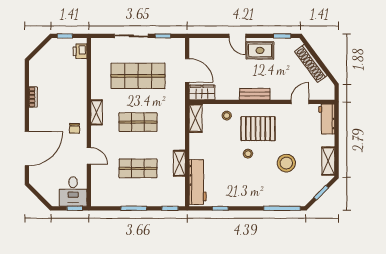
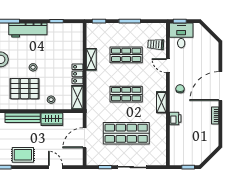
door: (237, 36) -> (55, 167), moved
printer: (80, 51) -> (175, 119), moved
door: (187, 70) -> (85, 138), hinge flipped
wardrobe: (202, 92) -> (52, 119), moved
bench: (255, 94) -> (23, 118), width x1.36
locker: (195, 146) -> (78, 74), added
door: (27, 148) -> (220, 86), moved
trolley: (103, 181) -> (156, 44), added
workbench: (198, 182) -> (28, 30), moved, turned -90

